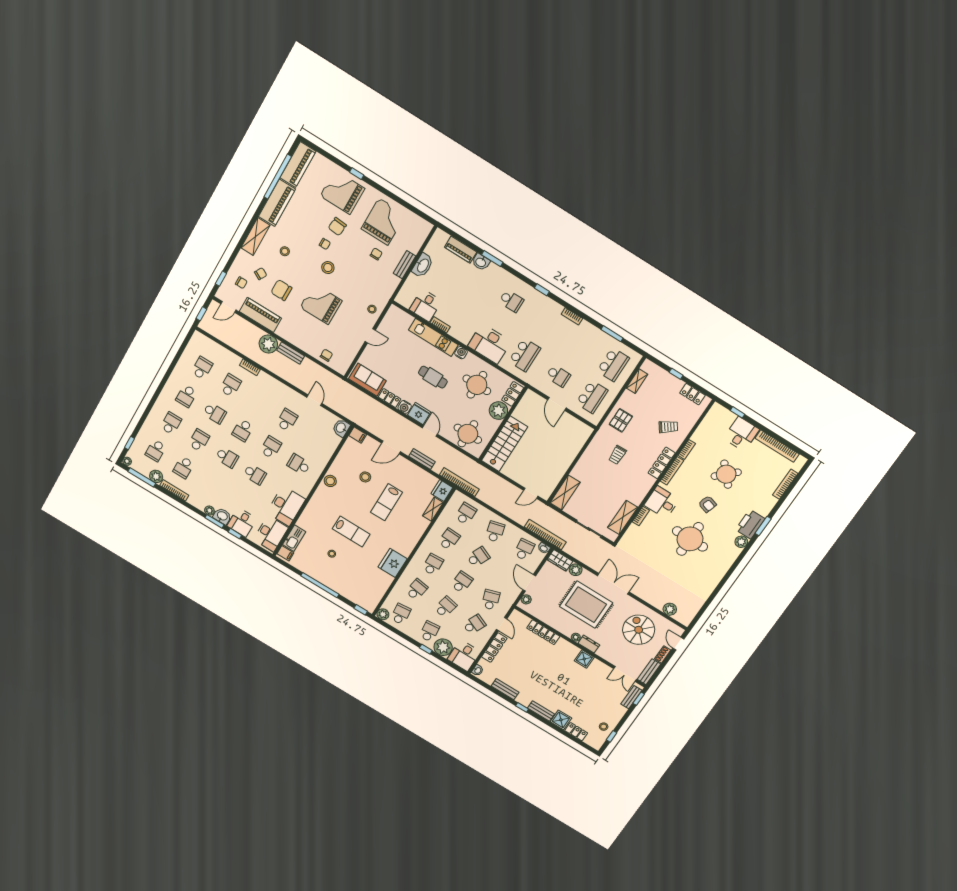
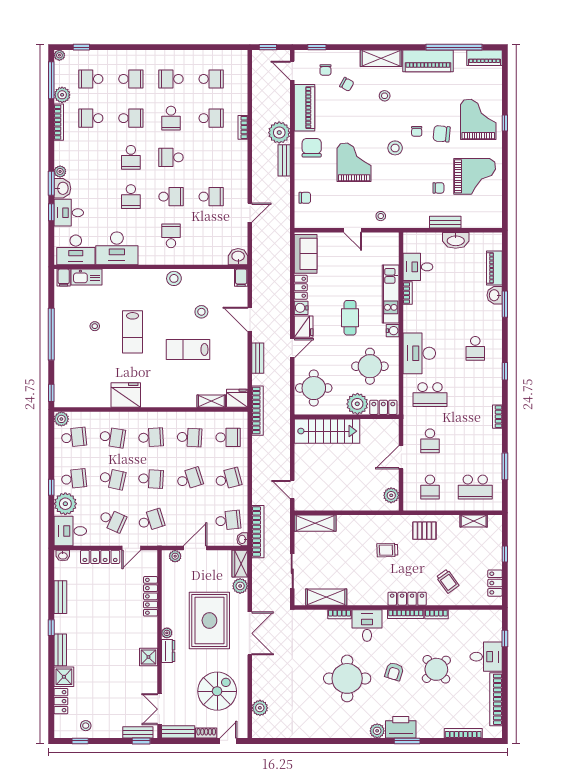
piano: (298, 165) -> (485, 58), width x0.73, depth x0.75
chair: (281, 290) -> (312, 148), moved
school desk: (592, 397) -> (430, 487), width x0.54
plant: (580, 428) -> (391, 495), added
school desk: (478, 557) -> (189, 479), turned -42

